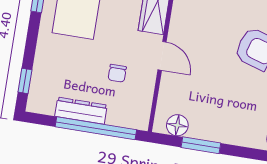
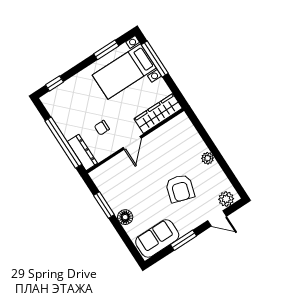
dresser: (81, 111) -> (82, 152), moved
floor lamp: (177, 125) -> (125, 217), moved

